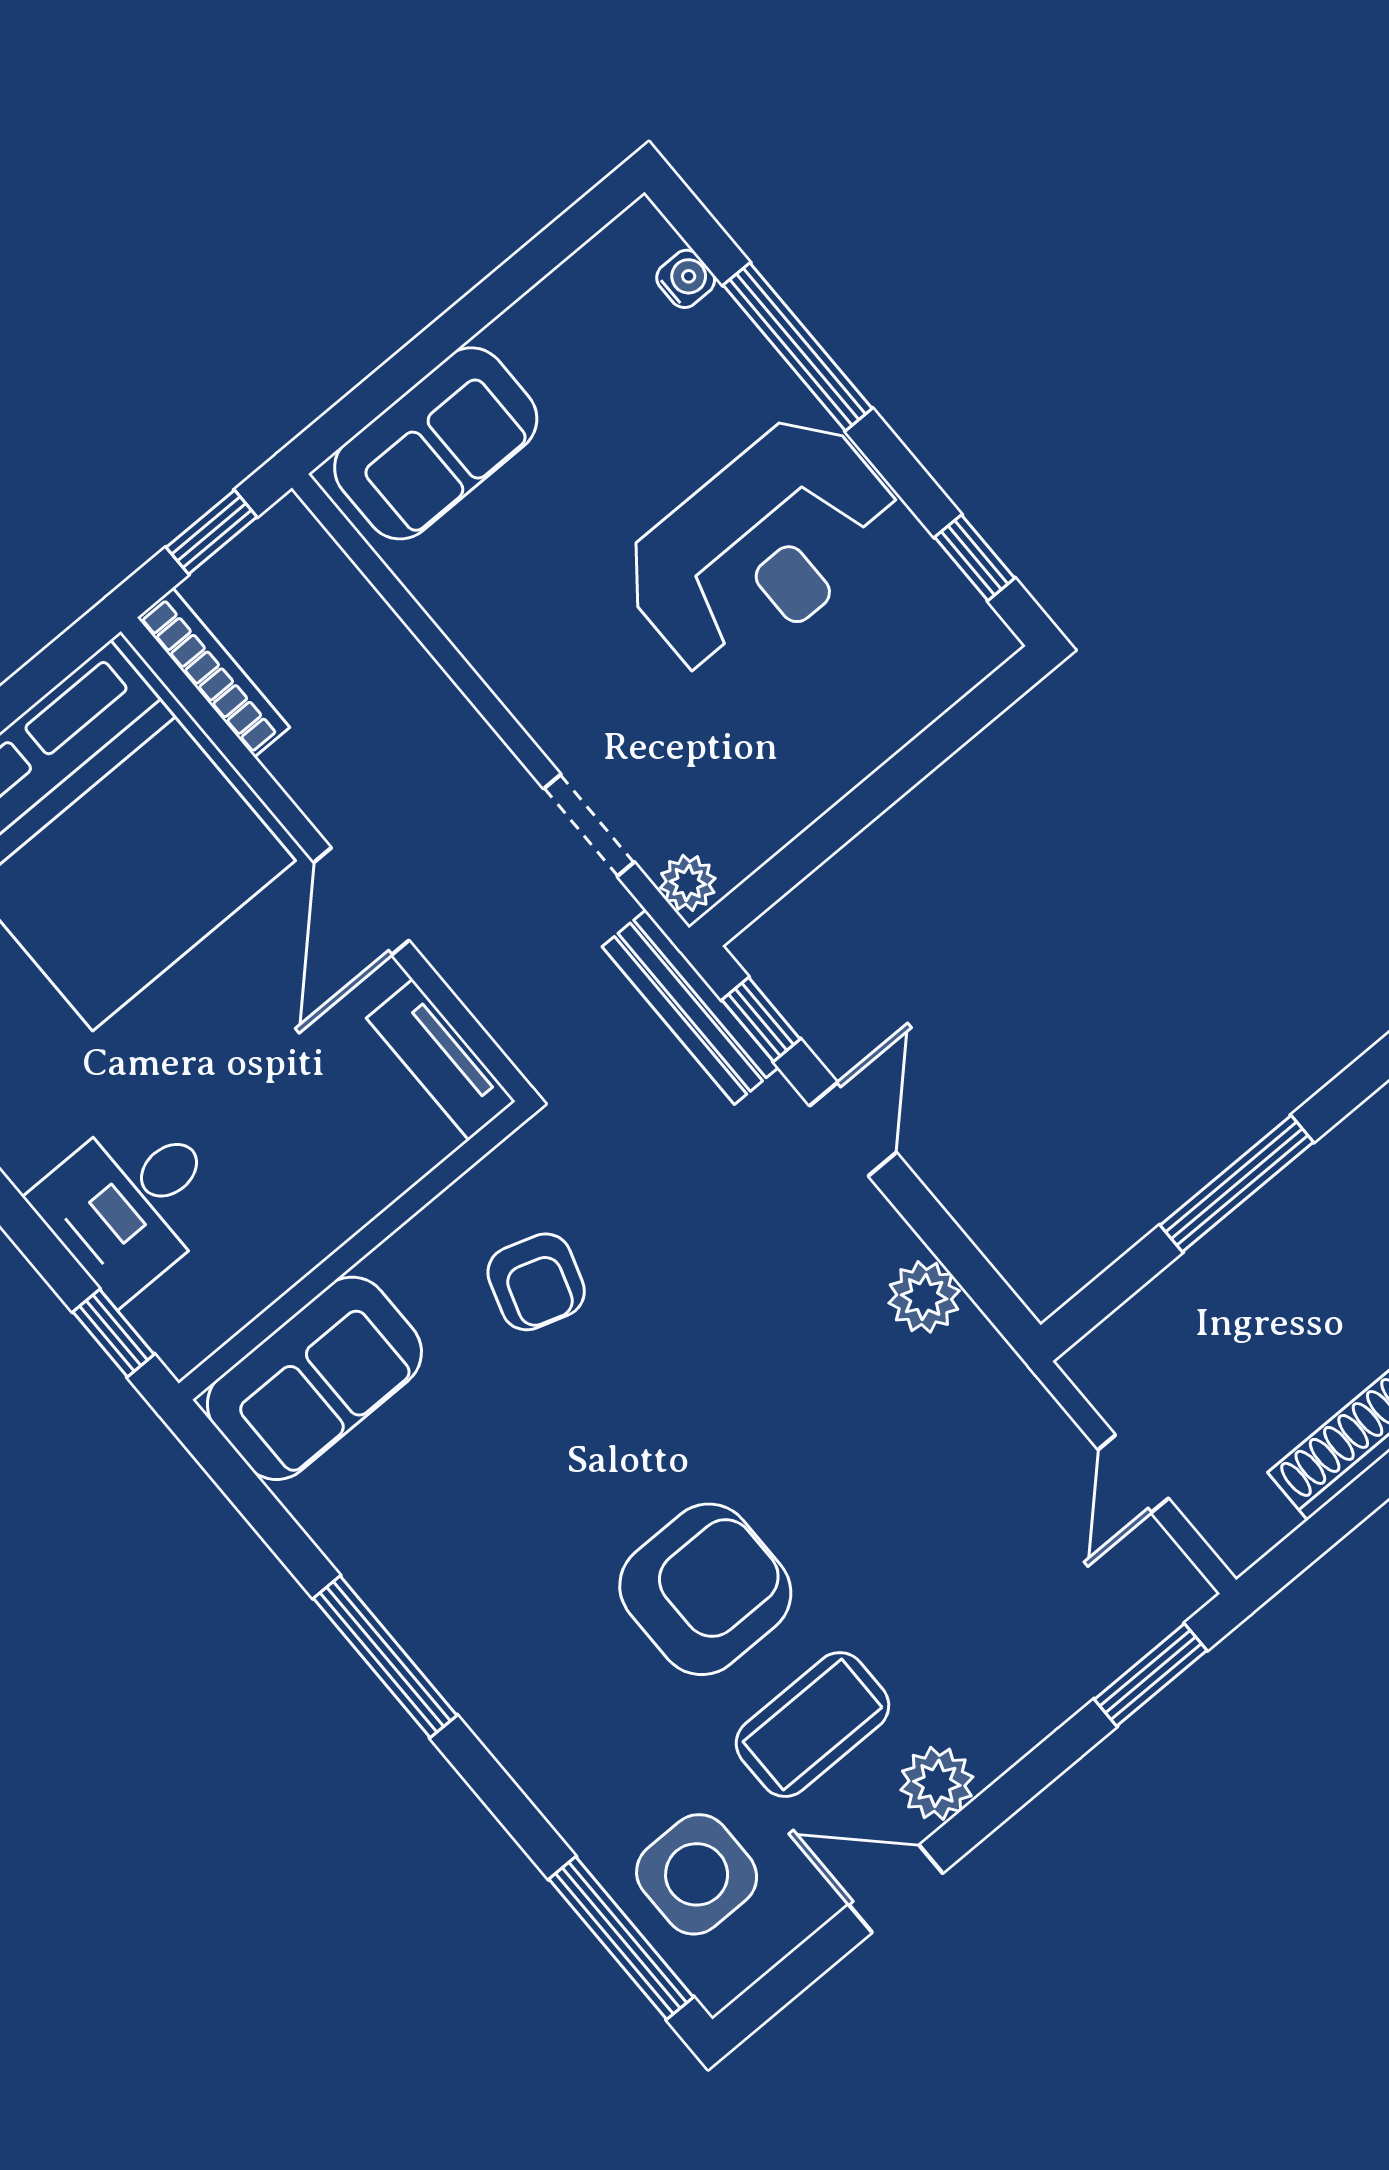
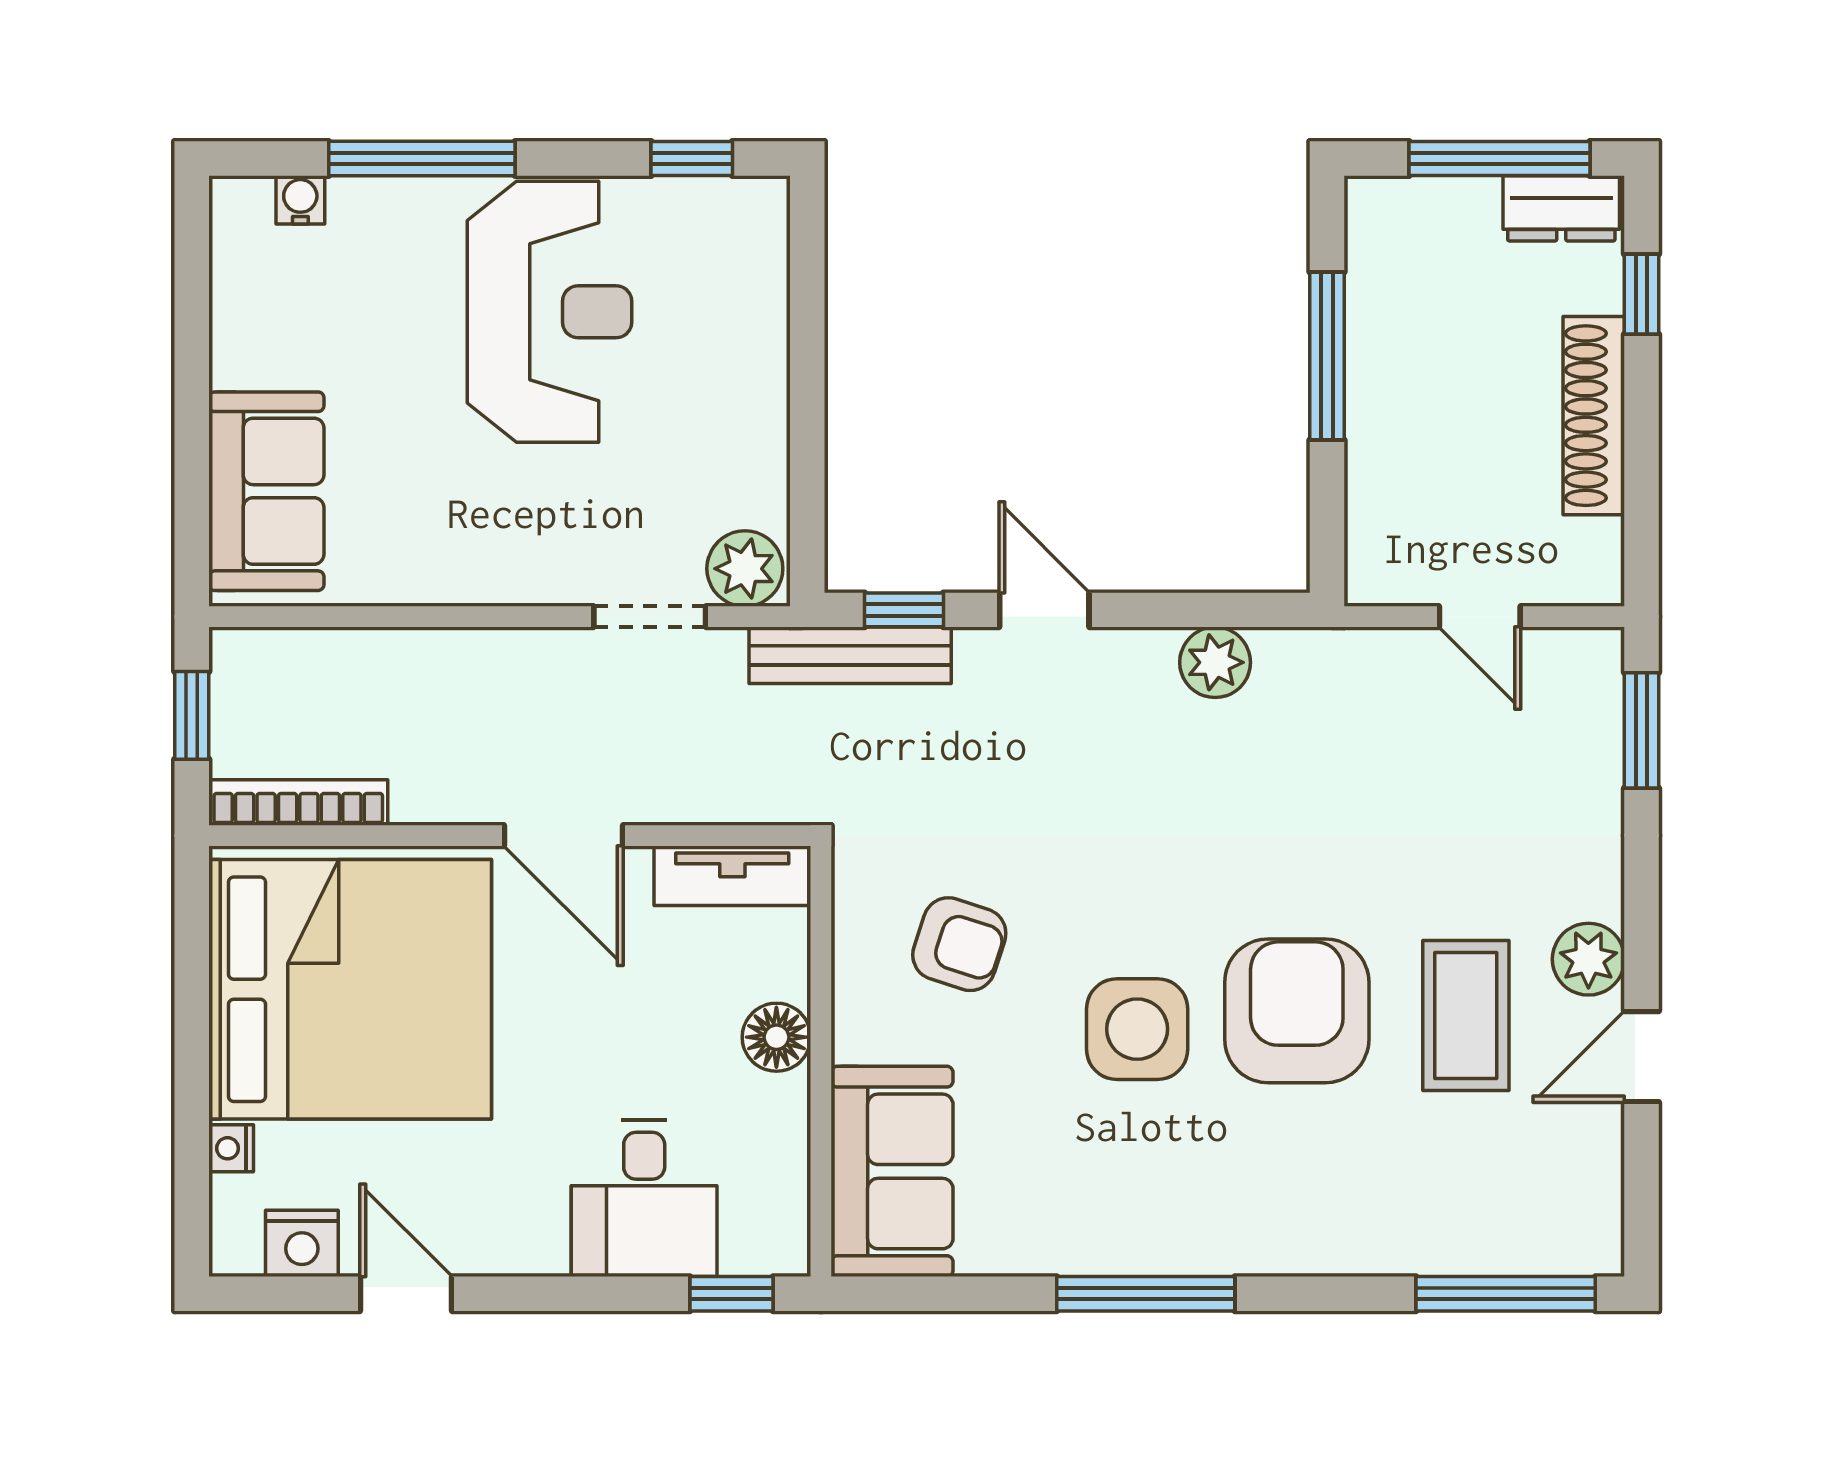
plant: (688, 883) -> (745, 569), width x1.38, depth x1.38
floor lamp: (344, 1200) -> (776, 1037), added
side table: (697, 1874) -> (1137, 1029), moved

